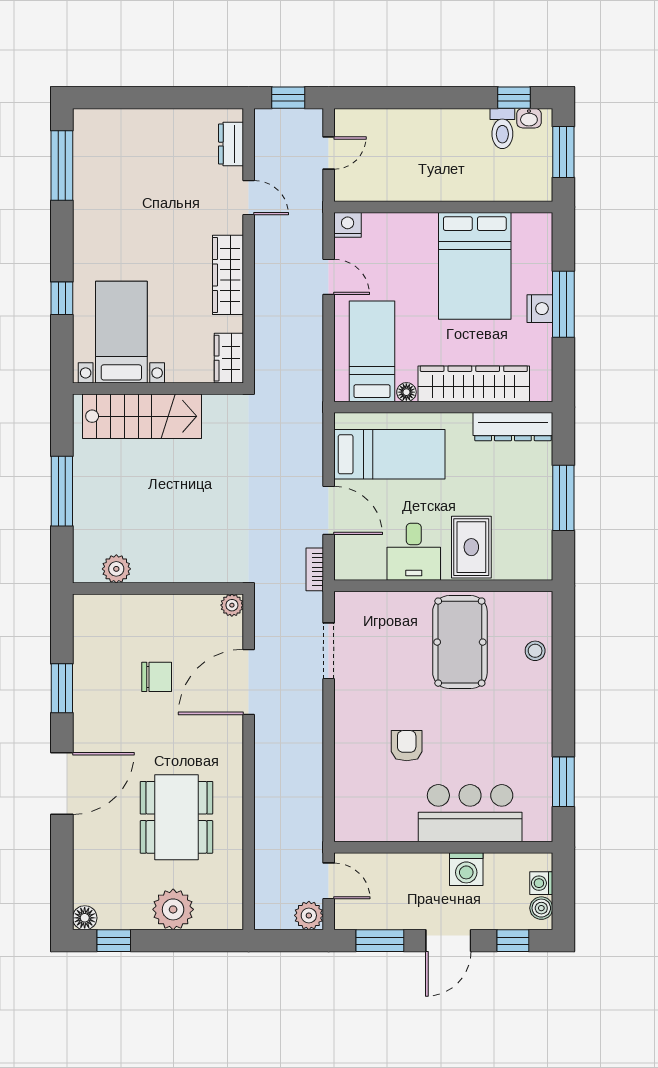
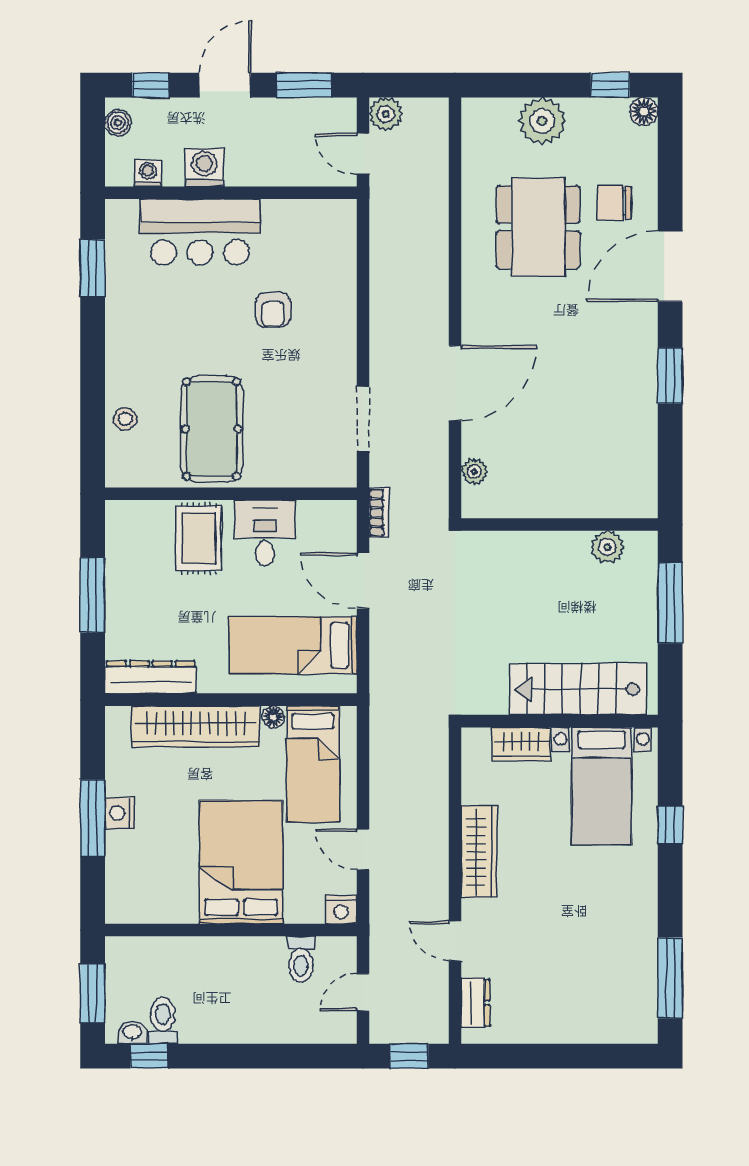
toilet: (382, 182) -> (301, 959), added
bed: (475, 266) -> (241, 862), moved
wardrobe: (229, 358) -> (521, 744), moved, turned 90
plant: (116, 569) -> (607, 547), moved
wall: (158, 588) -> (560, 524), moved
chair: (157, 677) -> (614, 203), moved
washing machine: (541, 883) -> (148, 173), moved, turned -90

